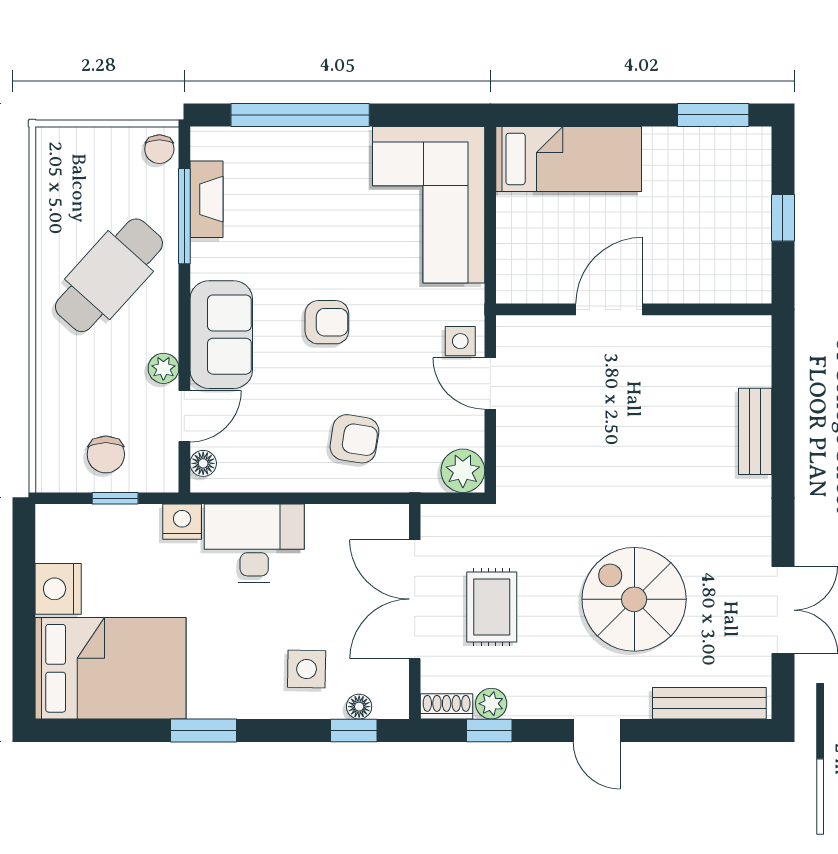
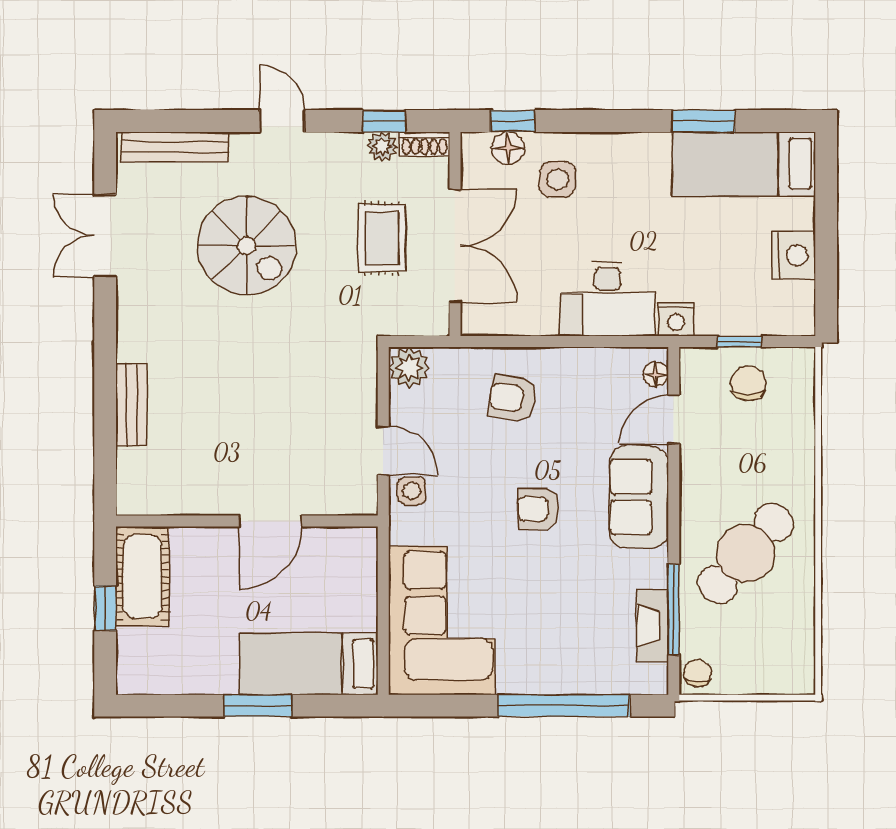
window: (713, 115) -> (258, 706), moved
cot: (744, 251) -> (142, 576), added
plant: (163, 368) -> (694, 465), removed
bed: (111, 668) -> (744, 164), width x0.67
floor lamp: (359, 707) -> (508, 148), width x1.37, depth x1.37
window: (204, 730) -> (703, 121), moved

